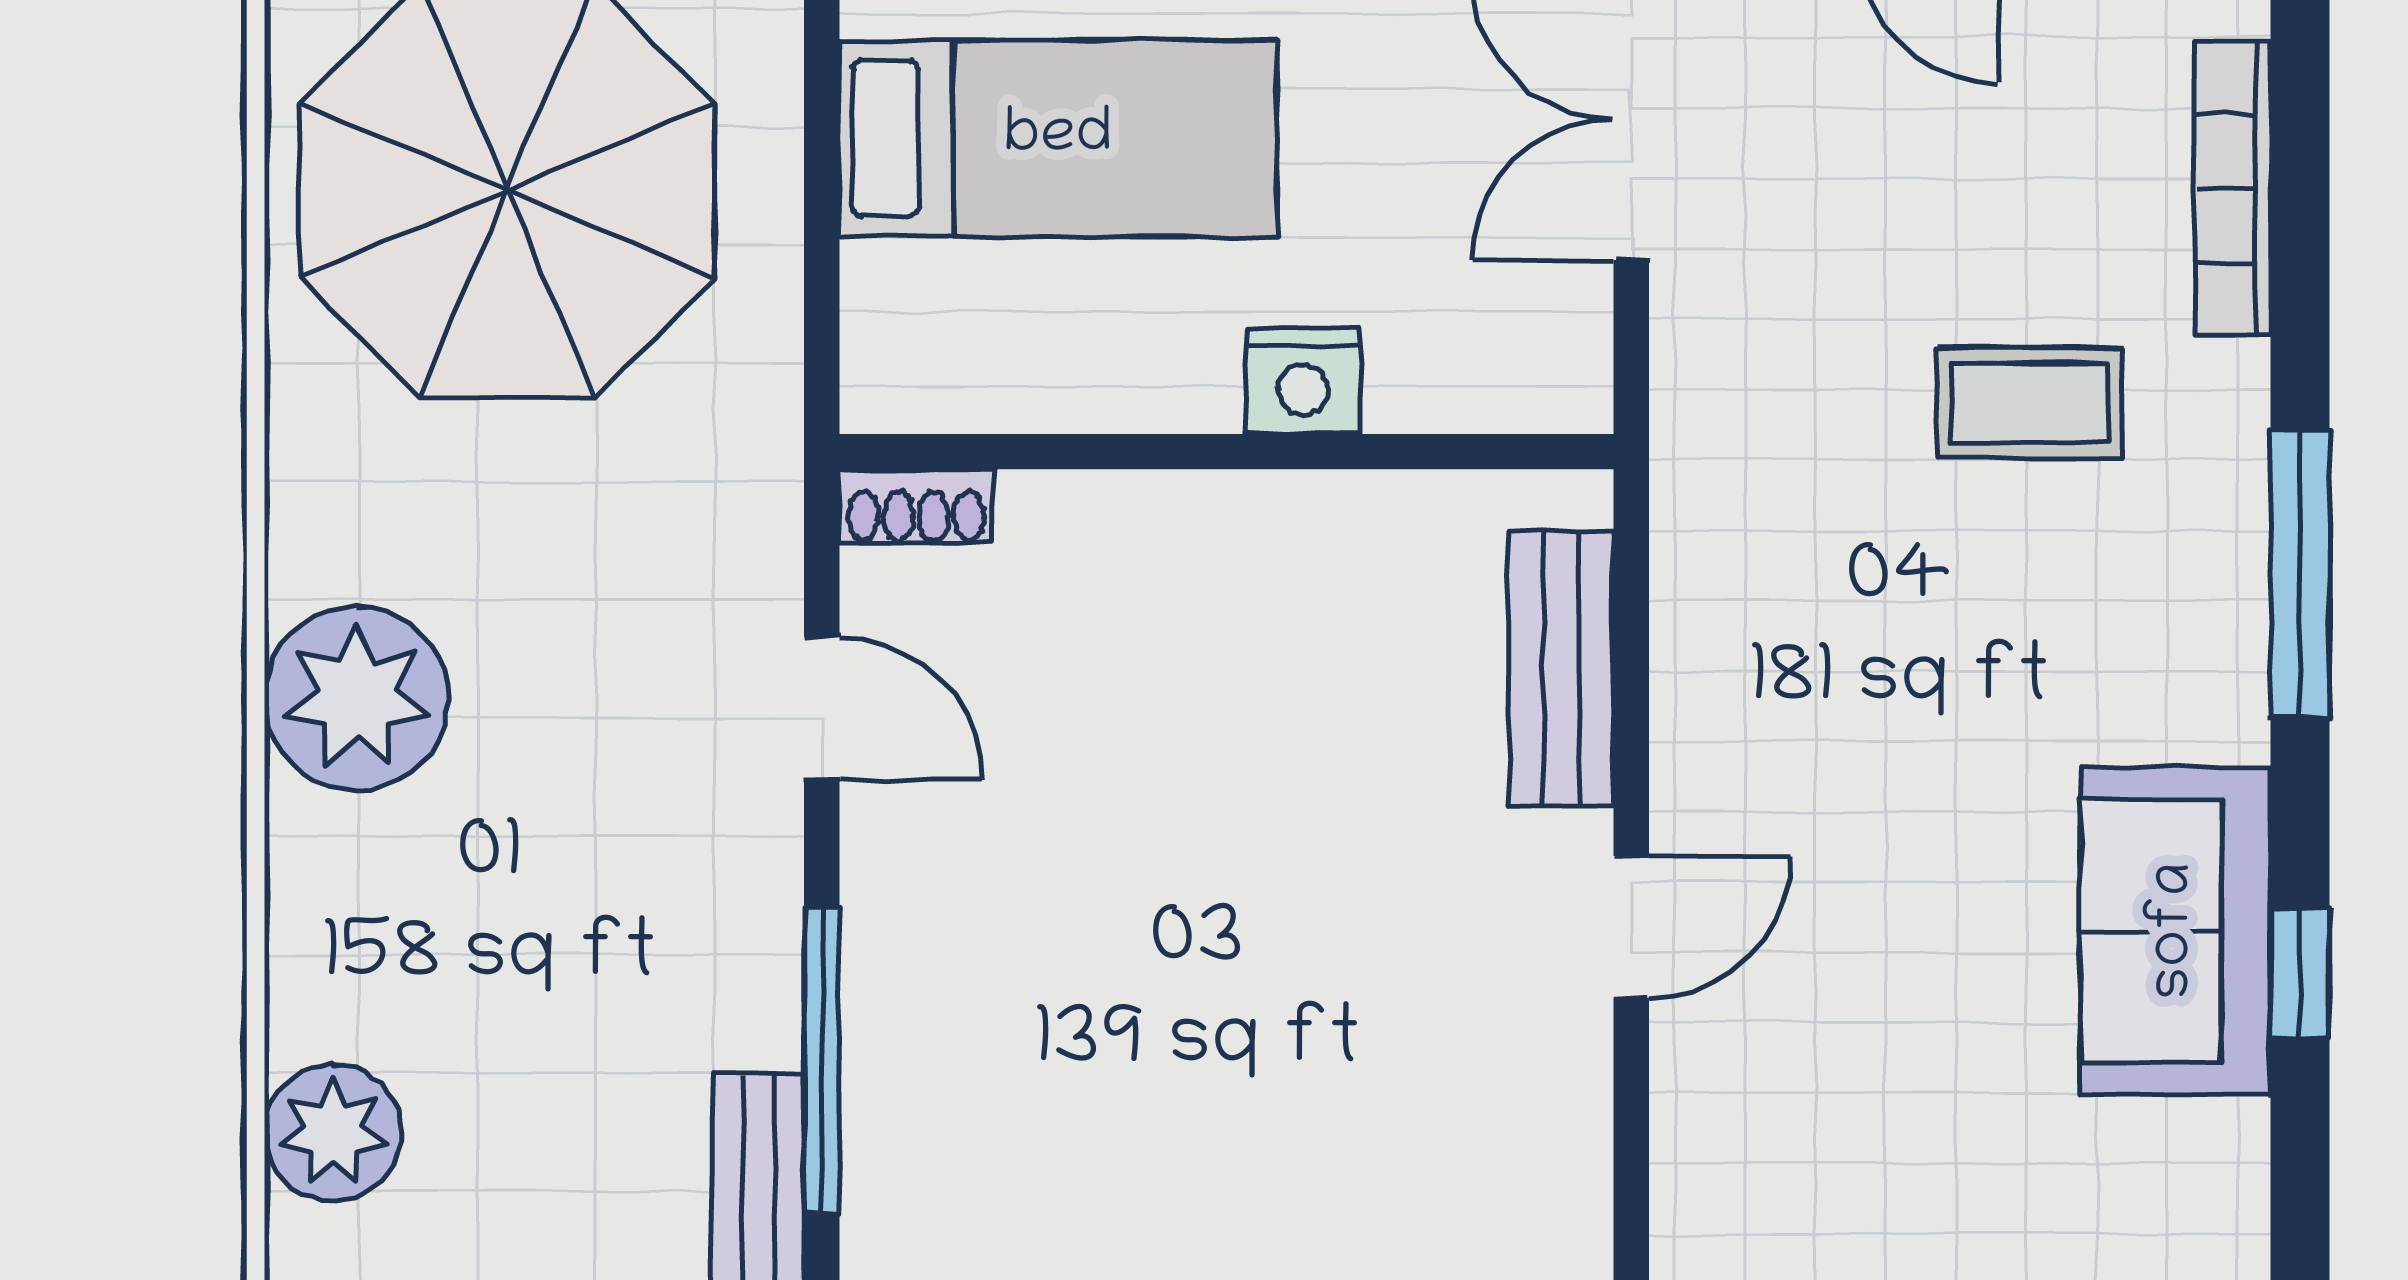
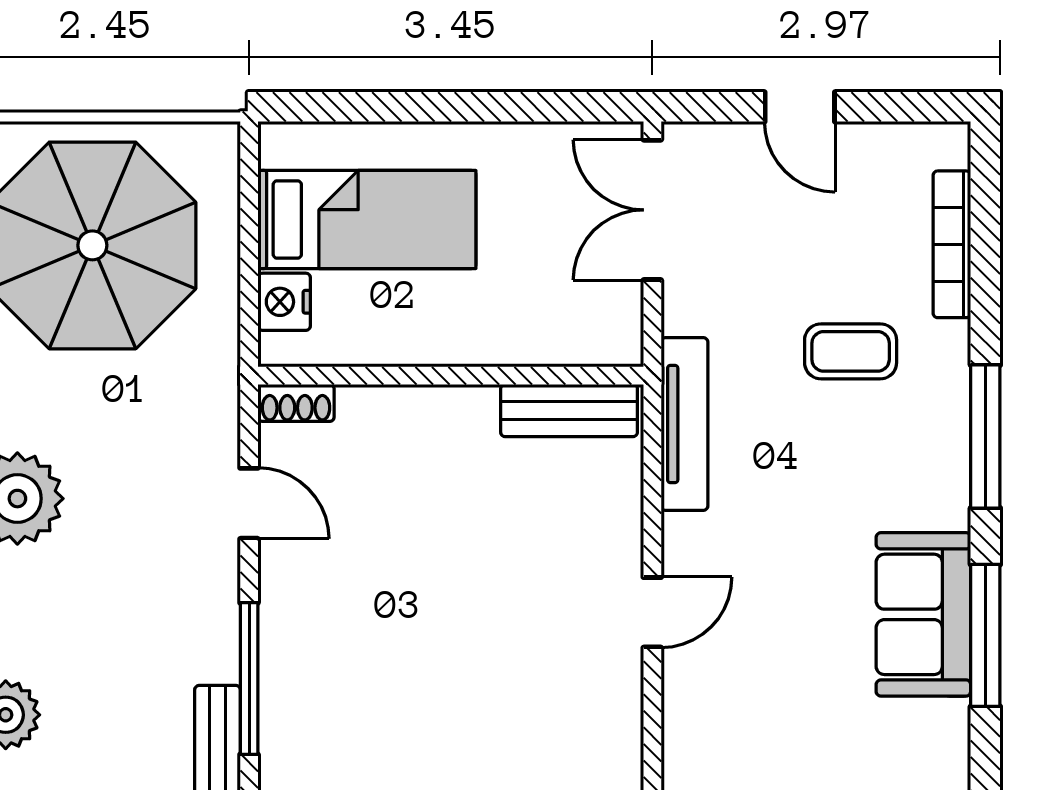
nightstand: (1303, 381) -> (284, 302), moved, turned 90
tv unit: (1696, 549) -> (684, 424), added
bench: (1561, 668) -> (569, 410), moved, turned 90
window: (2300, 973) -> (985, 635), width x2.17

